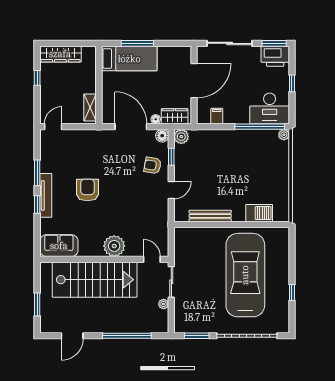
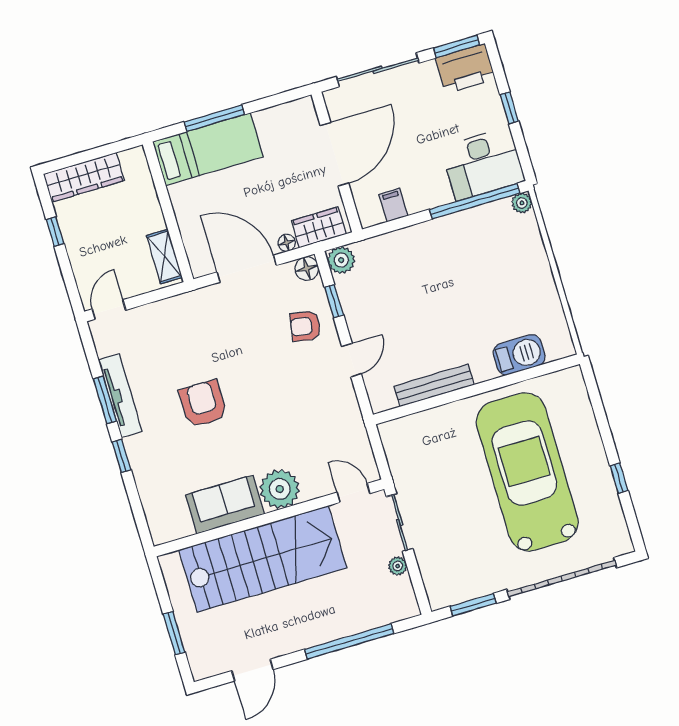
tv unit: (46, 195) -> (120, 396), moved
sofa: (59, 246) -> (225, 505), moved

